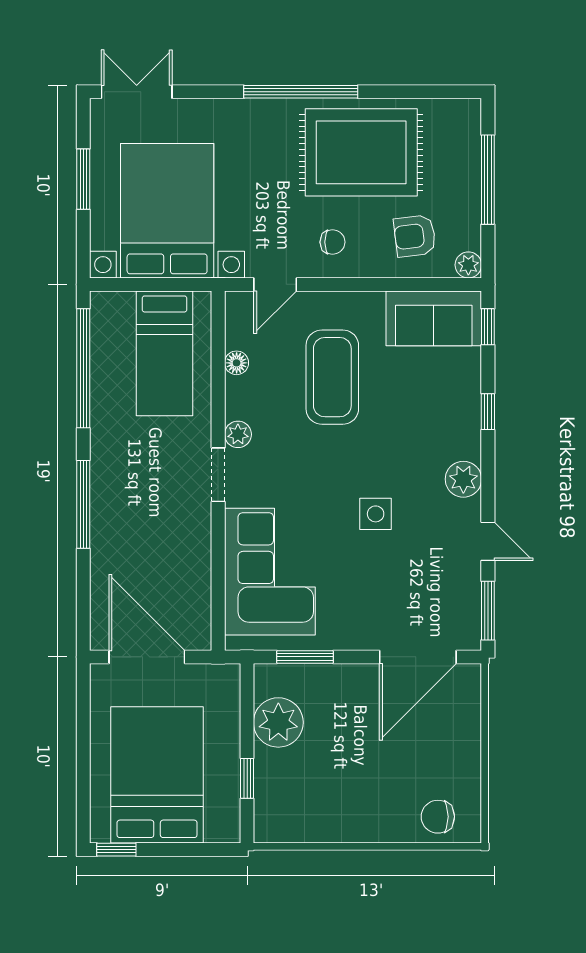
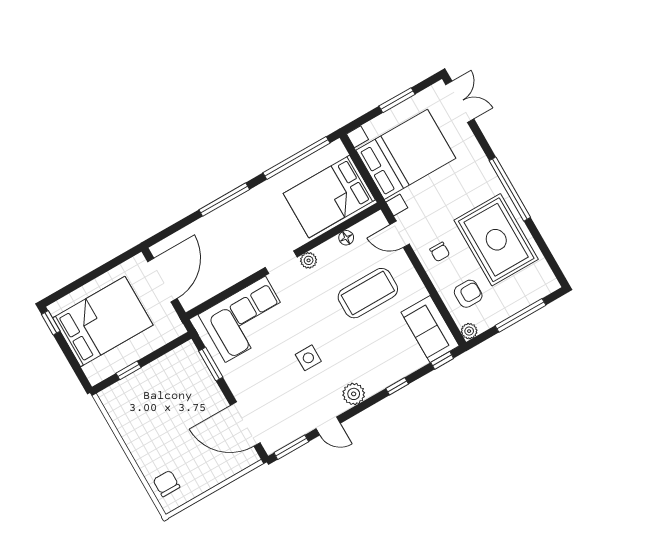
armchair: (415, 236) -> (468, 294), turned 97
bed: (164, 353) -> (329, 197), width x1.50
door: (488, 541) -> (328, 426), hinge flipped
plant: (278, 722) -> (168, 370), removed

